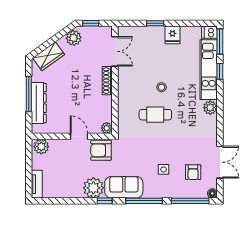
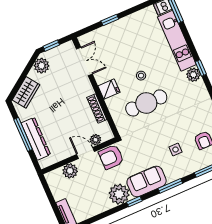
fridge: (172, 35) -> (109, 89), moved, turned -90
window: (220, 71) -> (201, 68), moved
shoe rack: (107, 81) -> (97, 109), moved
cafe table: (155, 115) -> (146, 103), width x1.37, depth x1.35
plant: (107, 128) -> (95, 140), moved
plant: (41, 147) -> (70, 171), moved
window: (144, 201) -> (170, 186), width x0.69

